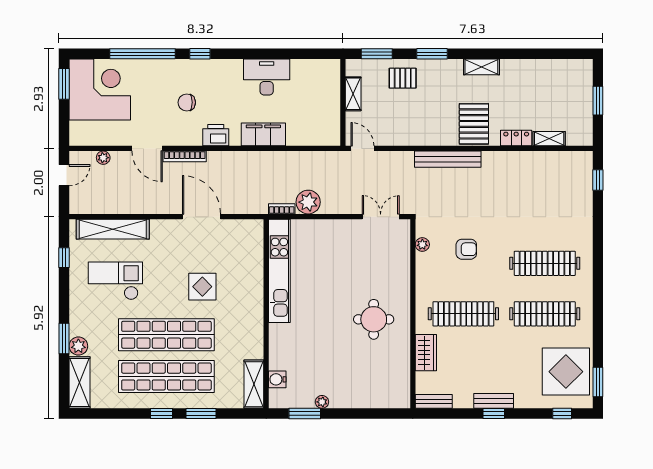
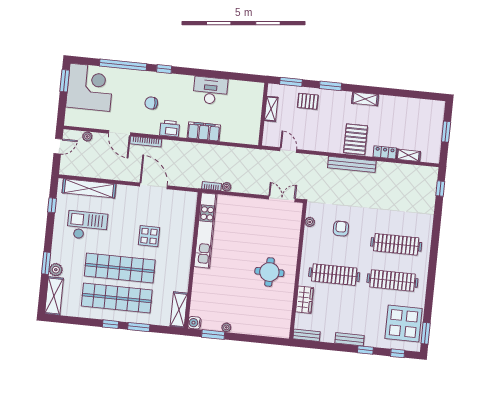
door: (362, 148) -> (288, 150), moved
bench: (448, 159) -> (352, 164), moved
plant: (308, 202) -> (227, 187), width x0.53, depth x0.53
armchair: (466, 249) -> (341, 229), turned -90
water cooler: (277, 379) -> (194, 323), moved
window: (494, 414) -> (365, 350), moved

